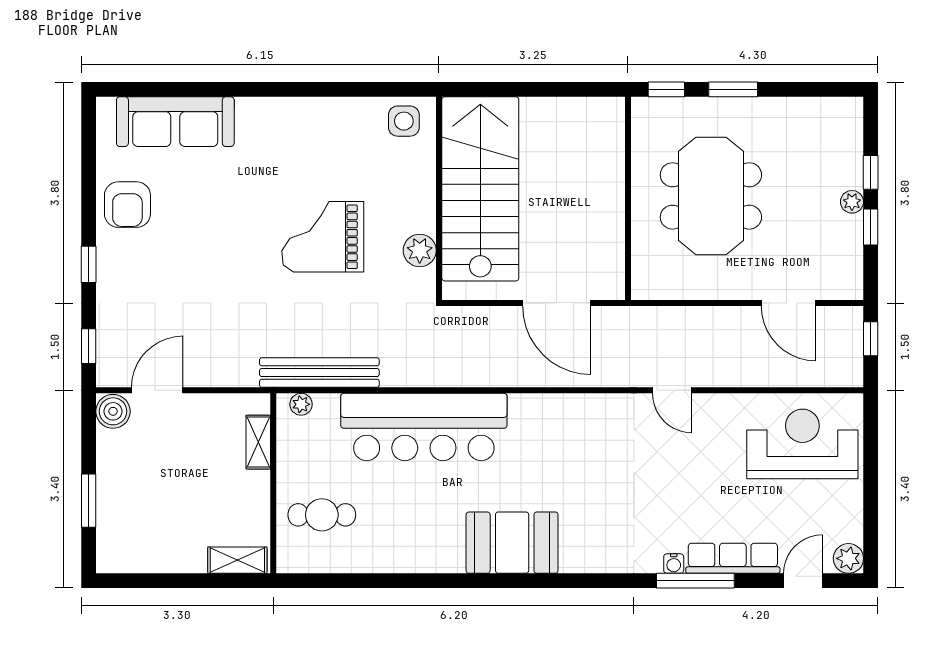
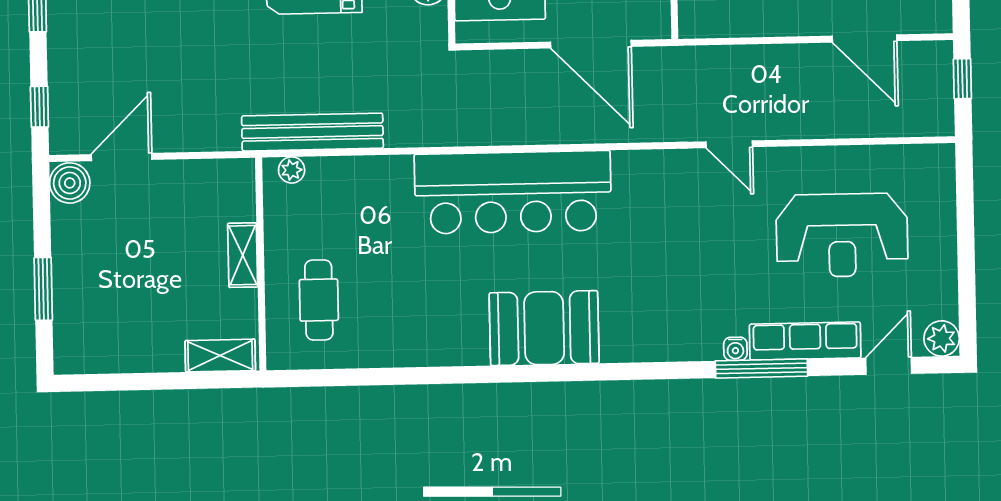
bar counter: (424, 427) -> (513, 192), moved
shelving: (258, 442) -> (243, 255), moved
reception desk: (802, 444) -> (842, 235), moved, turned 180
cafe table: (322, 515) -> (319, 300), turned 90

